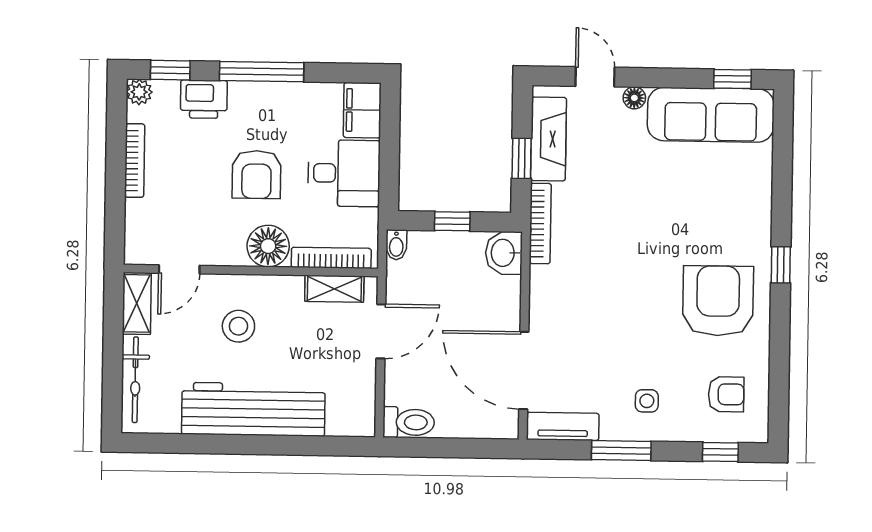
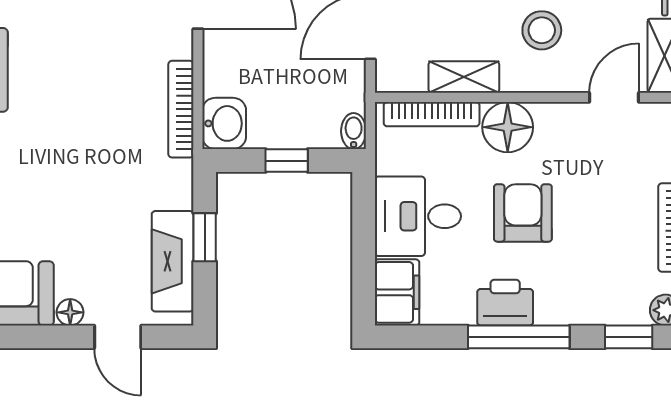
printer: (204, 99) -> (505, 303), moved
bookcase: (540, 224) -> (181, 109), moved
shelving: (334, 289) -> (464, 77), moved

